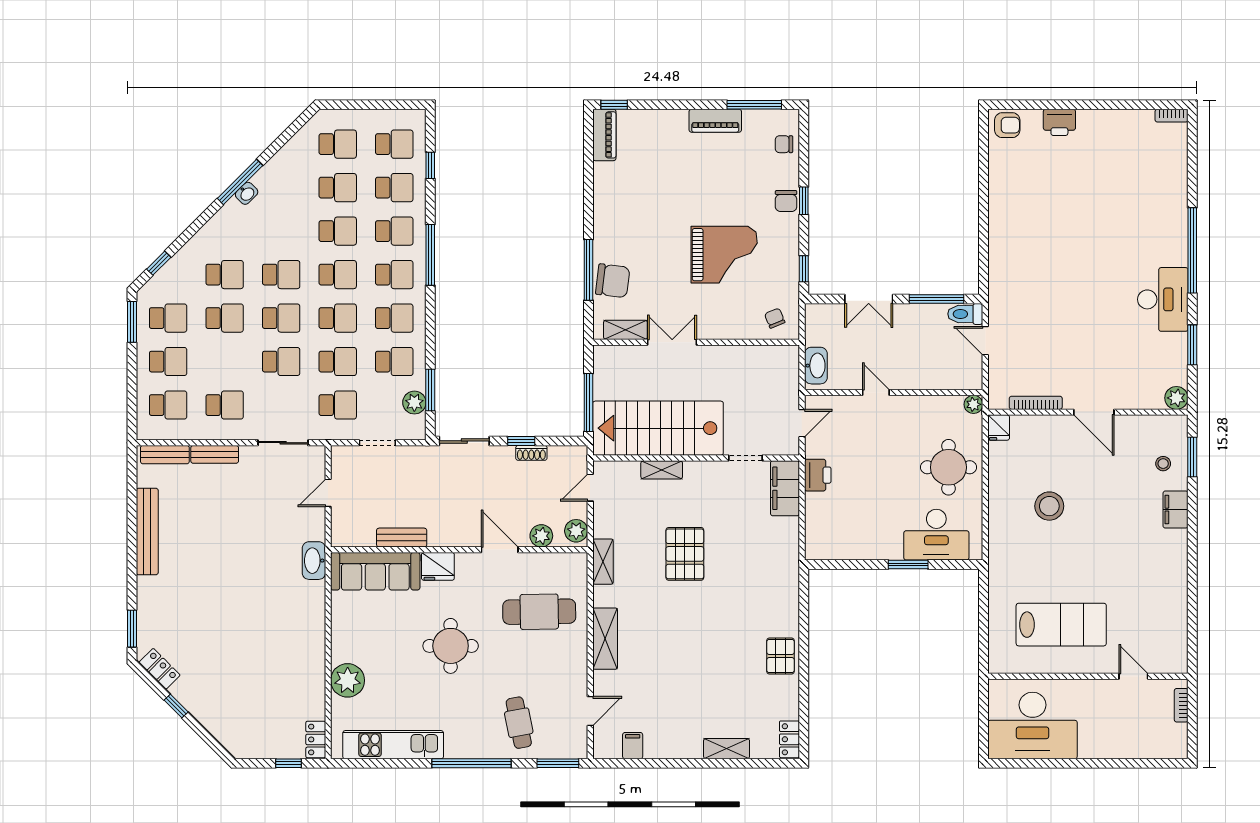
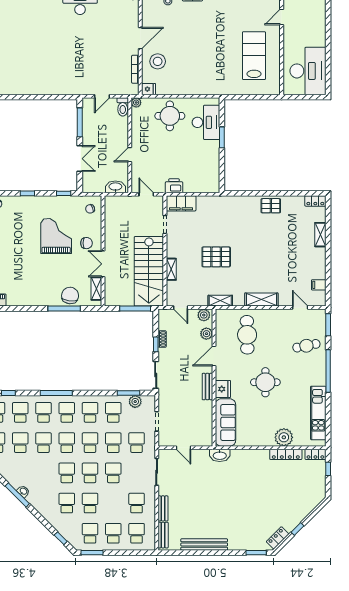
chair: (786, 201) -> (86, 243), moved
toilet: (965, 314) -> (123, 107), moved
stool: (1049, 506) -> (158, 61), moved
bench: (402, 538) -> (207, 387), moved
locker: (316, 684) -> (286, 454), added

